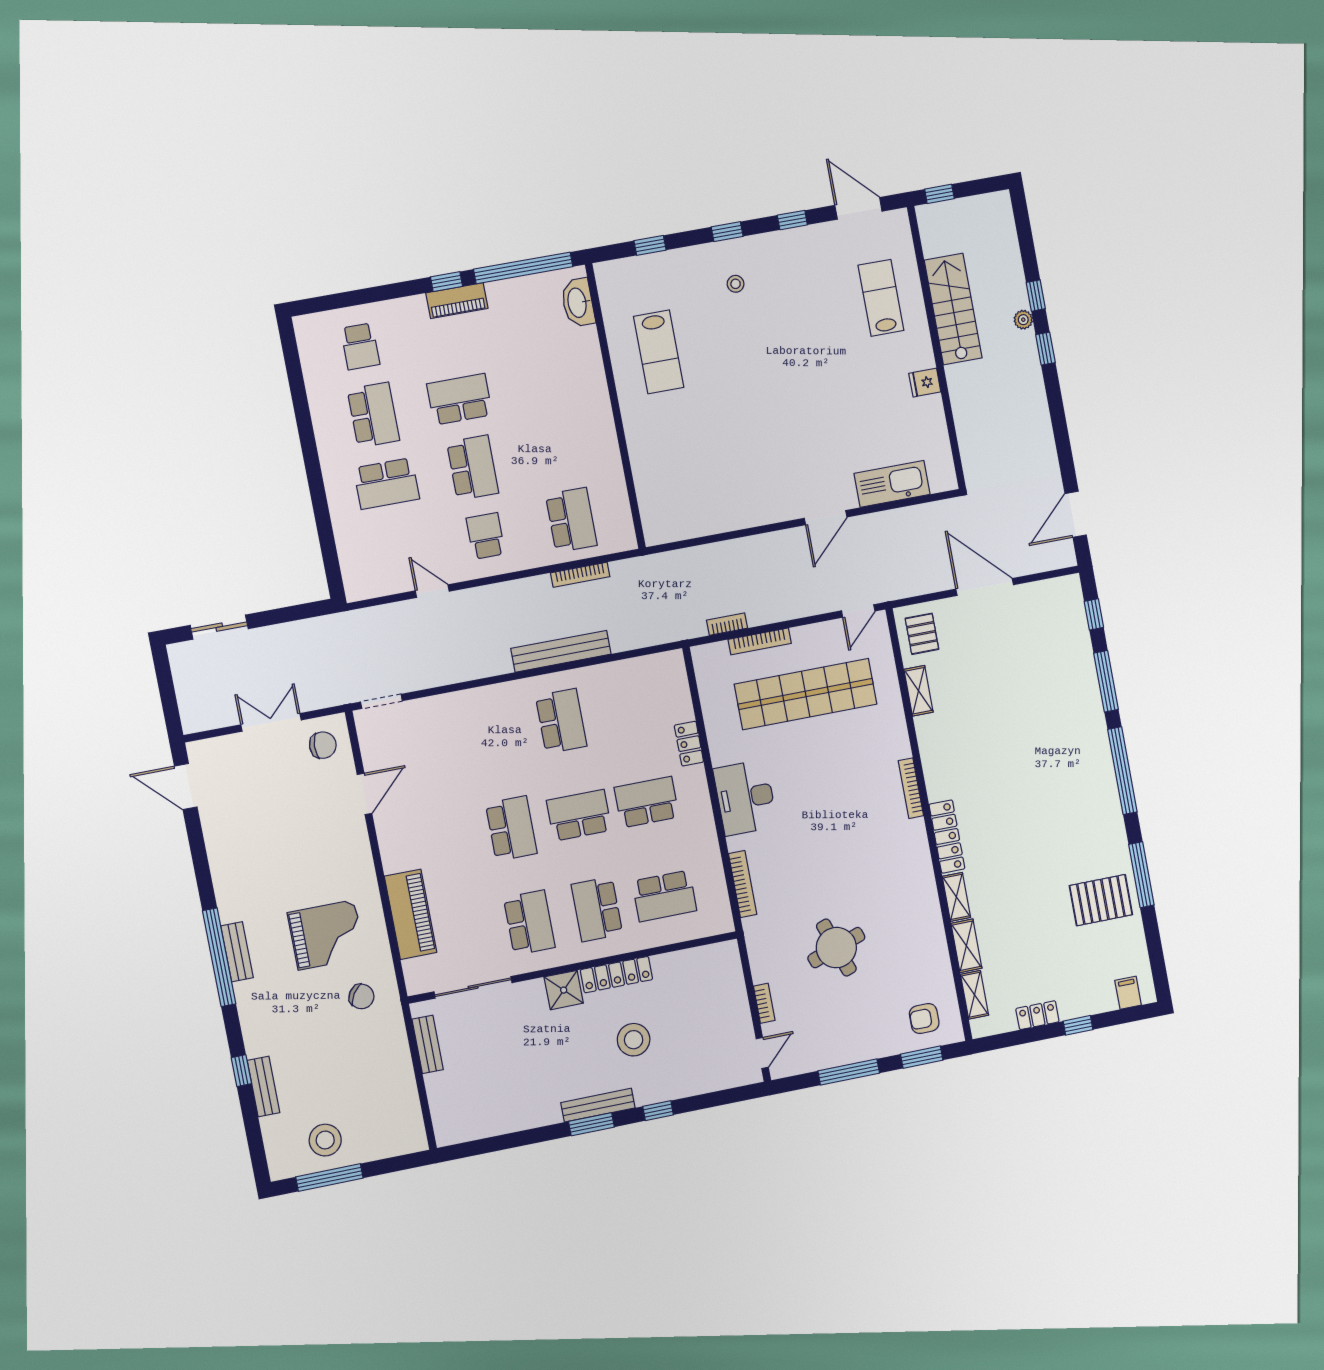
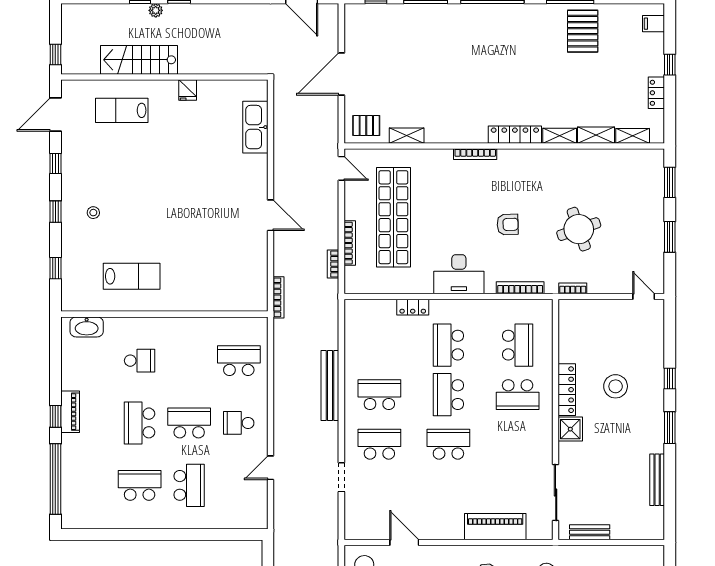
window: (523, 268) -> (55, 479), moved
school desk: (360, 346) -> (140, 361), moved
door: (826, 518) -> (271, 215), moved
bookcase: (580, 575) -> (279, 297), moved
doorway: (381, 701) -> (341, 477), moved
school desk: (529, 923) -> (379, 444), moved
bookcase: (764, 1003) -> (573, 288), moved
armchair: (924, 1019) -> (508, 224), moved, turned -92
window: (849, 1072) -> (670, 237), width x0.69
bench: (598, 1105) -> (657, 480), moved

